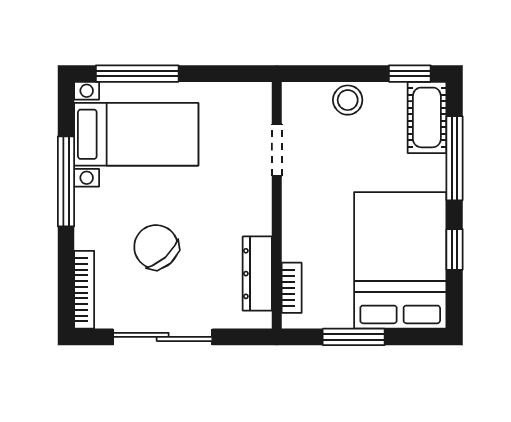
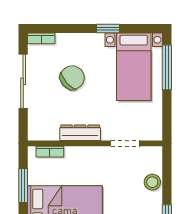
window: (66, 181) -> (108, 29), width x0.46
dresser: (257, 274) -> (80, 133), moved
bookcase: (84, 290) -> (41, 38), width x0.64

